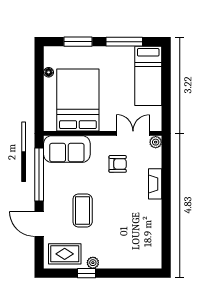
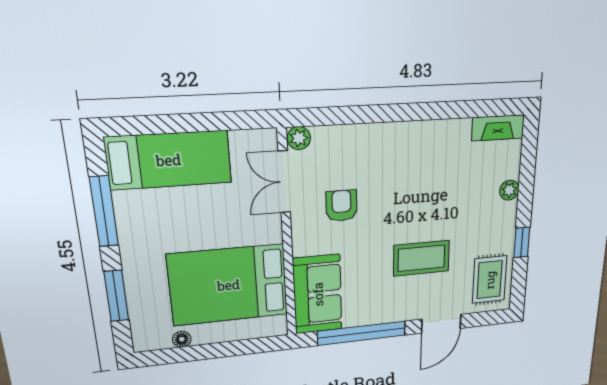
fireplace: (155, 184) -> (498, 128), moved
plant: (93, 263) -> (509, 190), moved

